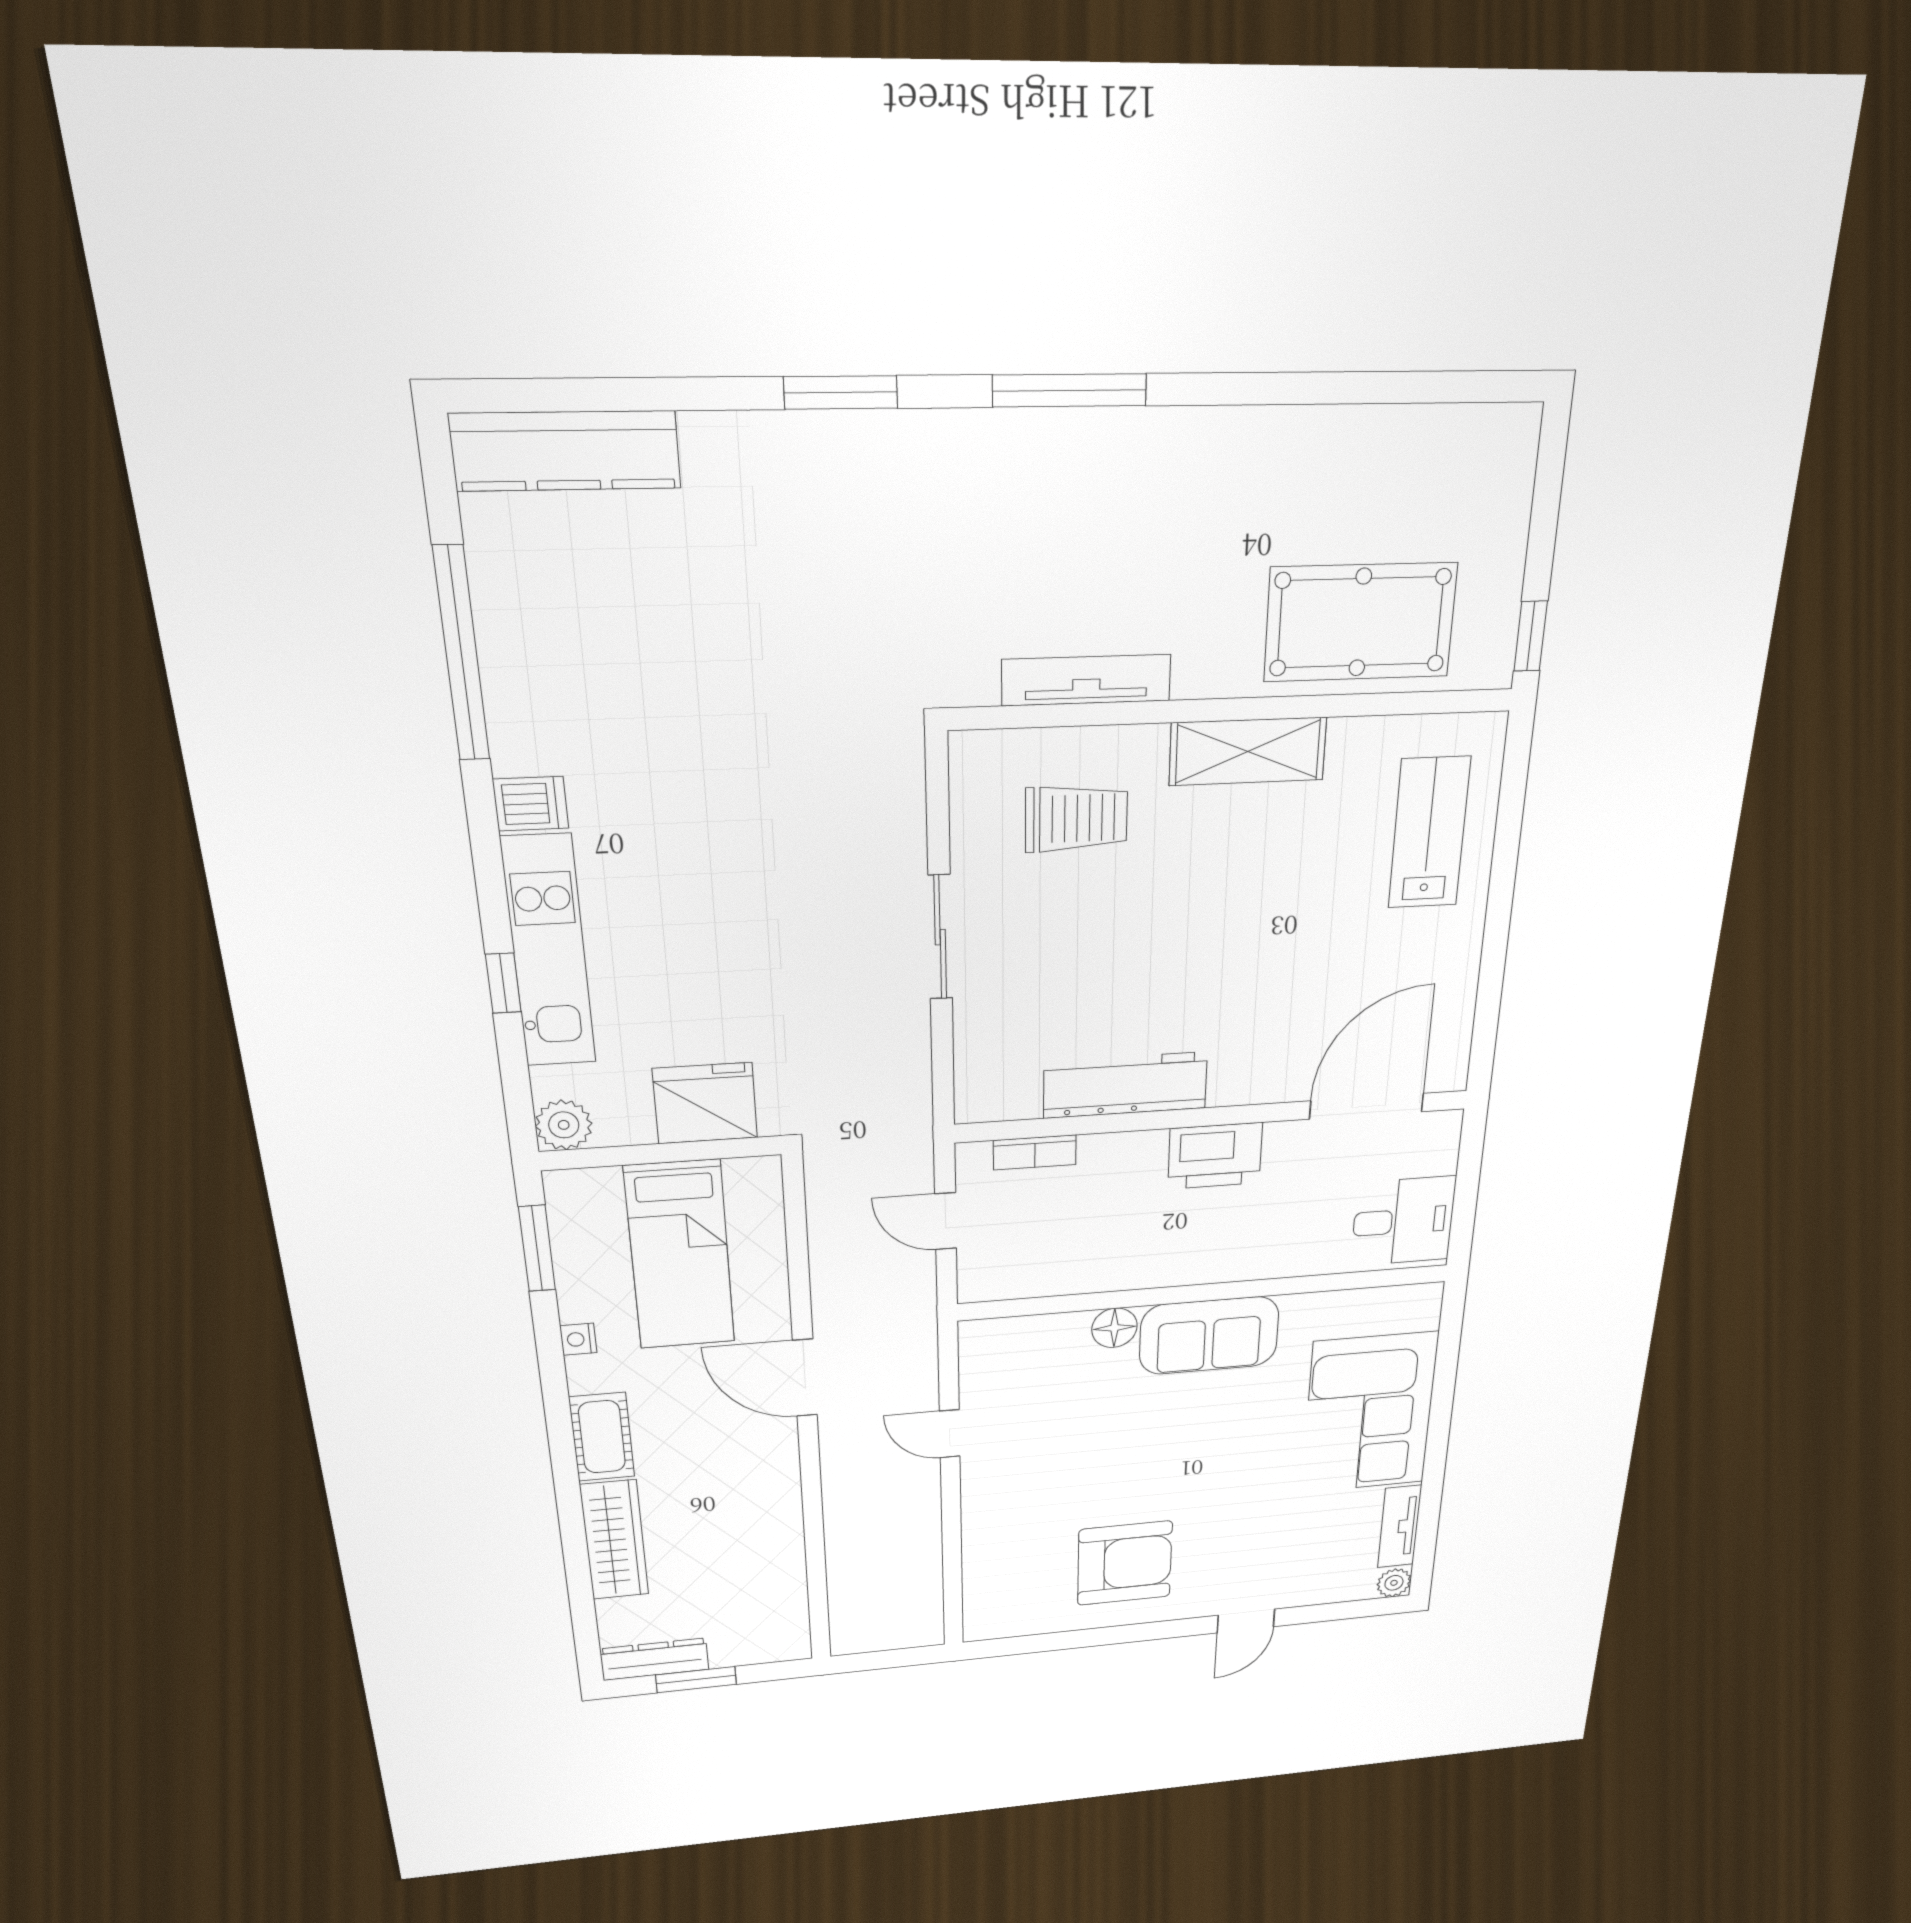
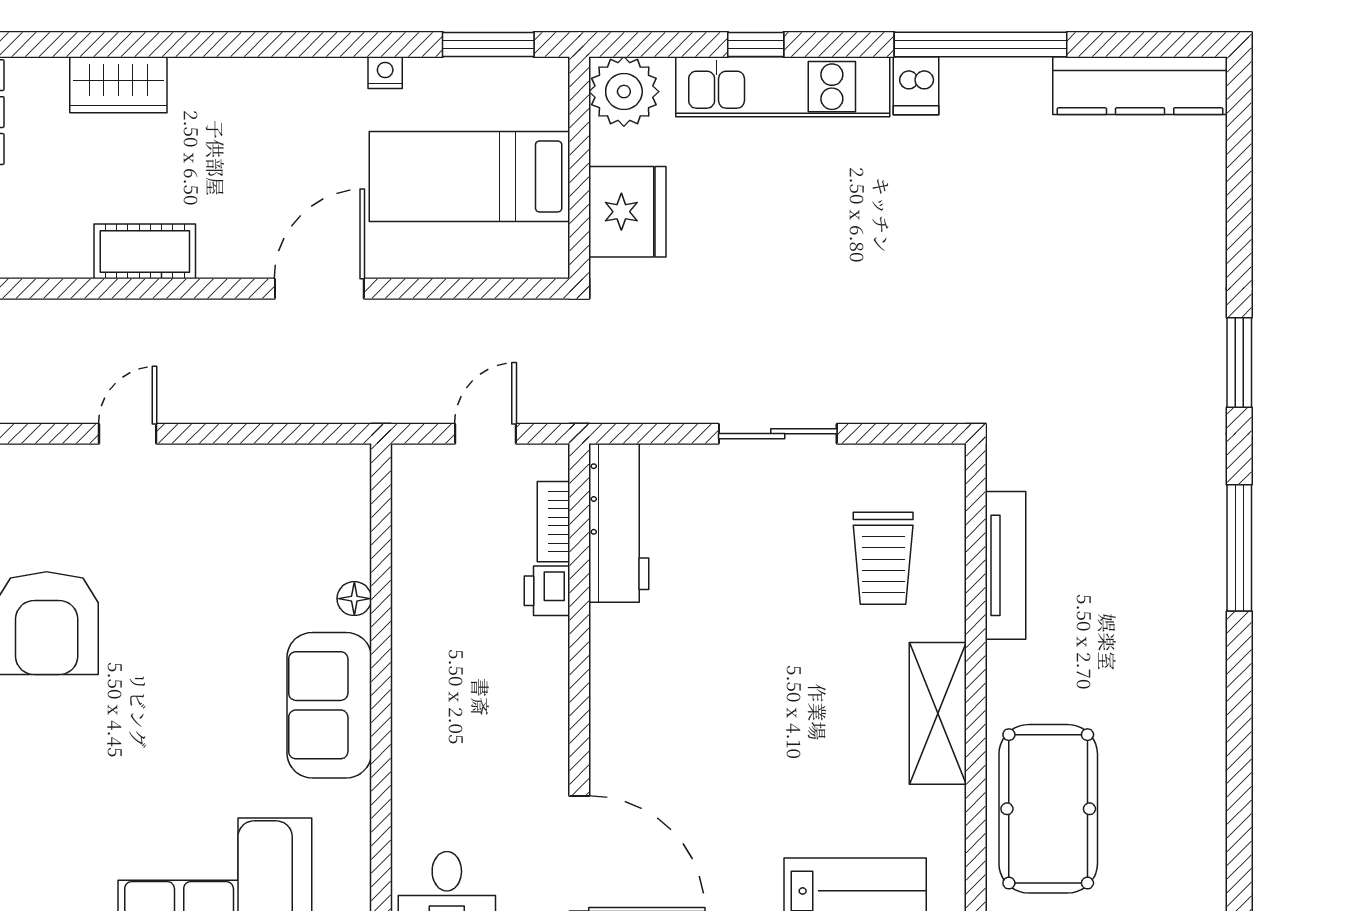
kitchen counter: (566, 451) -> (1140, 86), moved, turned -90
window: (462, 654) -> (980, 44), moved
workbench: (1125, 1085) -> (619, 523), moved
plant: (564, 1125) -> (624, 92), width x1.36, depth x1.36
printer: (1215, 1156) -> (547, 591), moved, width x0.53, depth x0.68
floor lamp: (1114, 1328) -> (354, 599), width x0.73, depth x0.73
door: (950, 1434) -> (128, 434), moved
cot: (602, 1437) -> (145, 251), moved
wardrobe: (614, 1540) -> (118, 85), width x0.67

